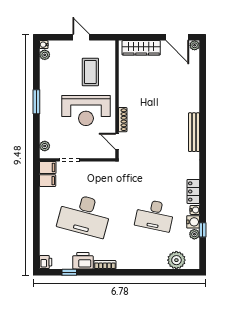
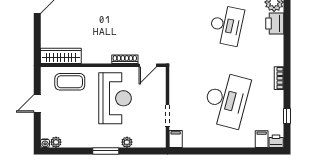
wardrobe: (141, 48) -> (61, 56), moved, turned -90
coffee table: (90, 72) -> (70, 82), moved
plant: (45, 146) -> (127, 142), moved
filing cabinet: (48, 181) -> (262, 139), moved
printer: (83, 261) -> (275, 23), moved

